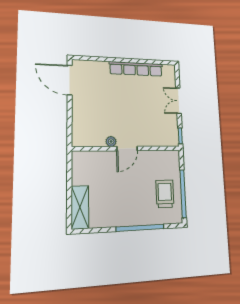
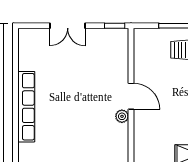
row of seats: (136, 69) -> (26, 107), moved

